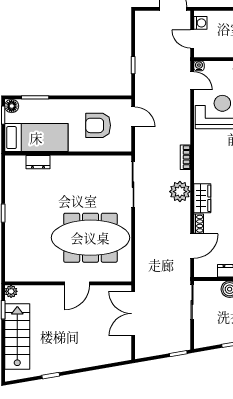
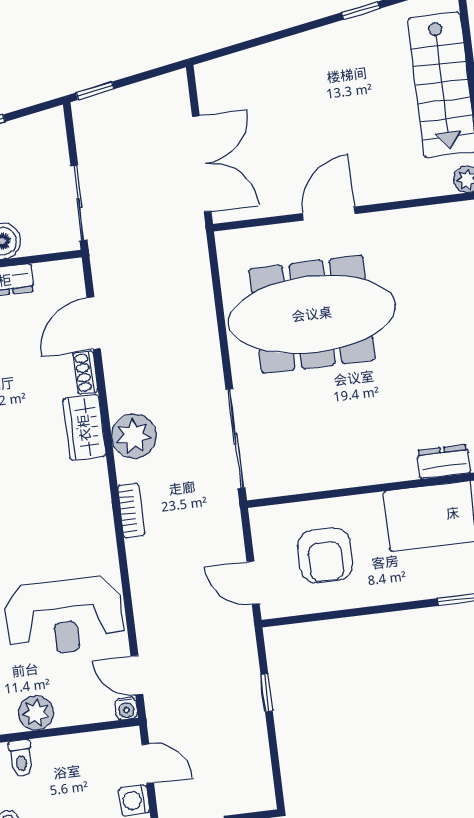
armchair: (98, 125) -> (325, 555), turned 90

